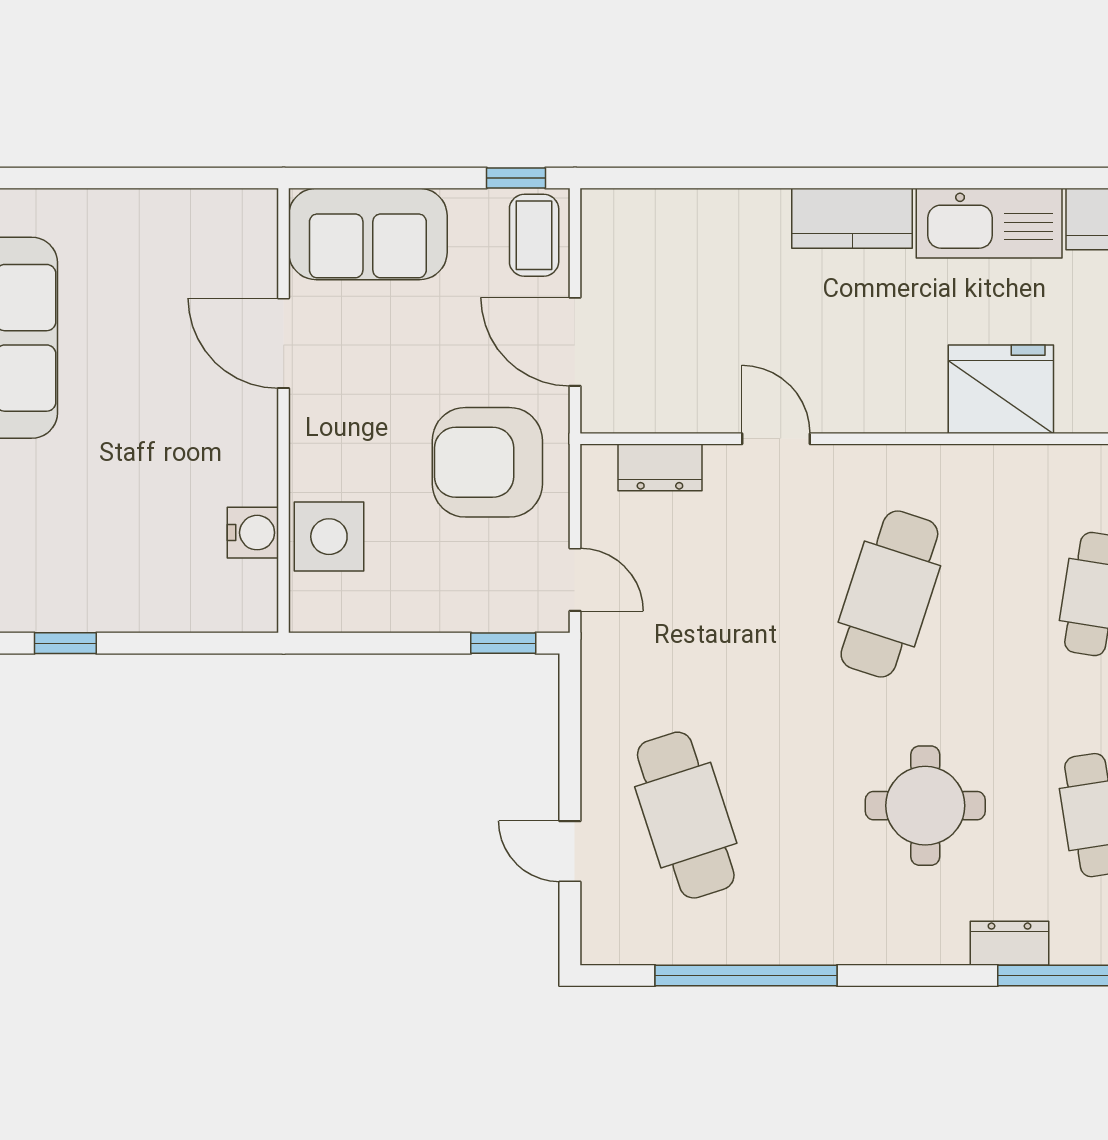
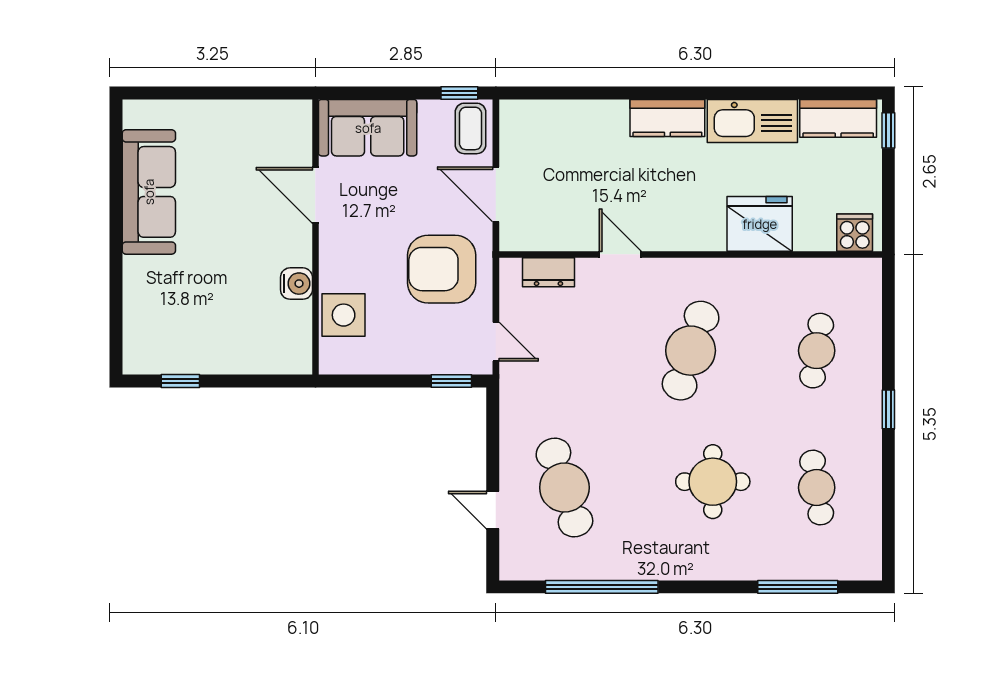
water cooler: (253, 533) -> (296, 284), moved
dresser: (1010, 943) -> (765, 567), removed

